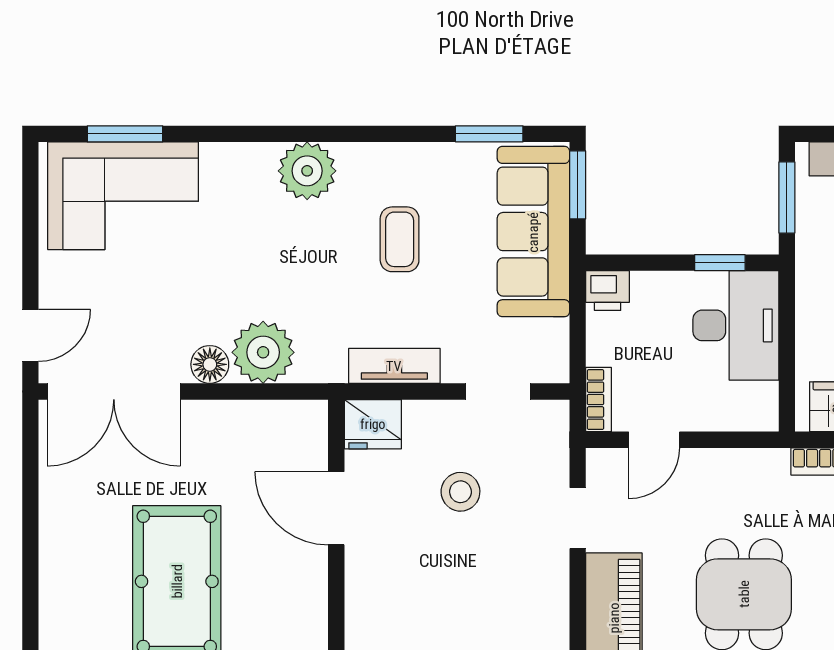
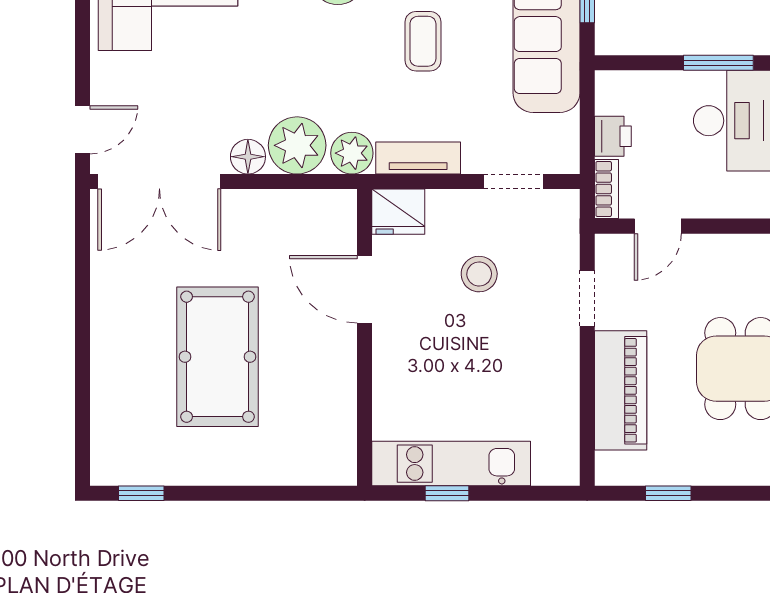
window: (720, 263) -> (718, 63), width x1.50
printer: (608, 291) -> (613, 136), moved, turned -90
plant: (322, 361) -> (352, 153), added

